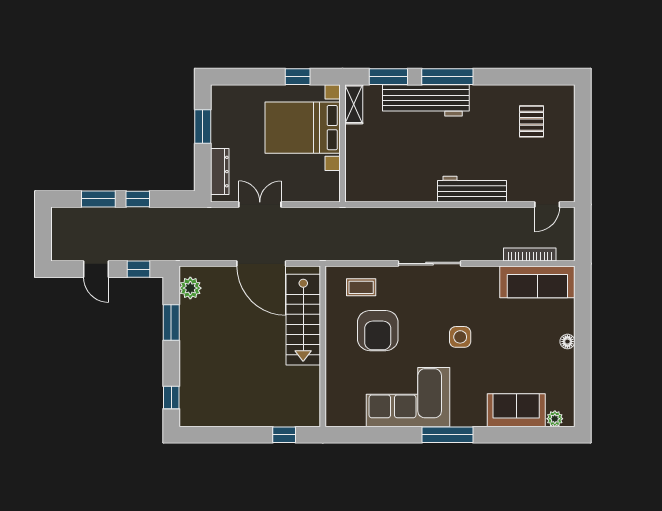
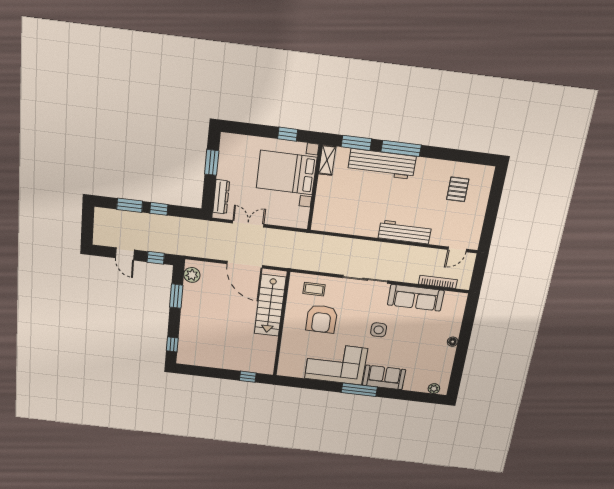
sofa: (537, 282) -> (416, 298), moved
sofa: (516, 410) -> (384, 377), moved

